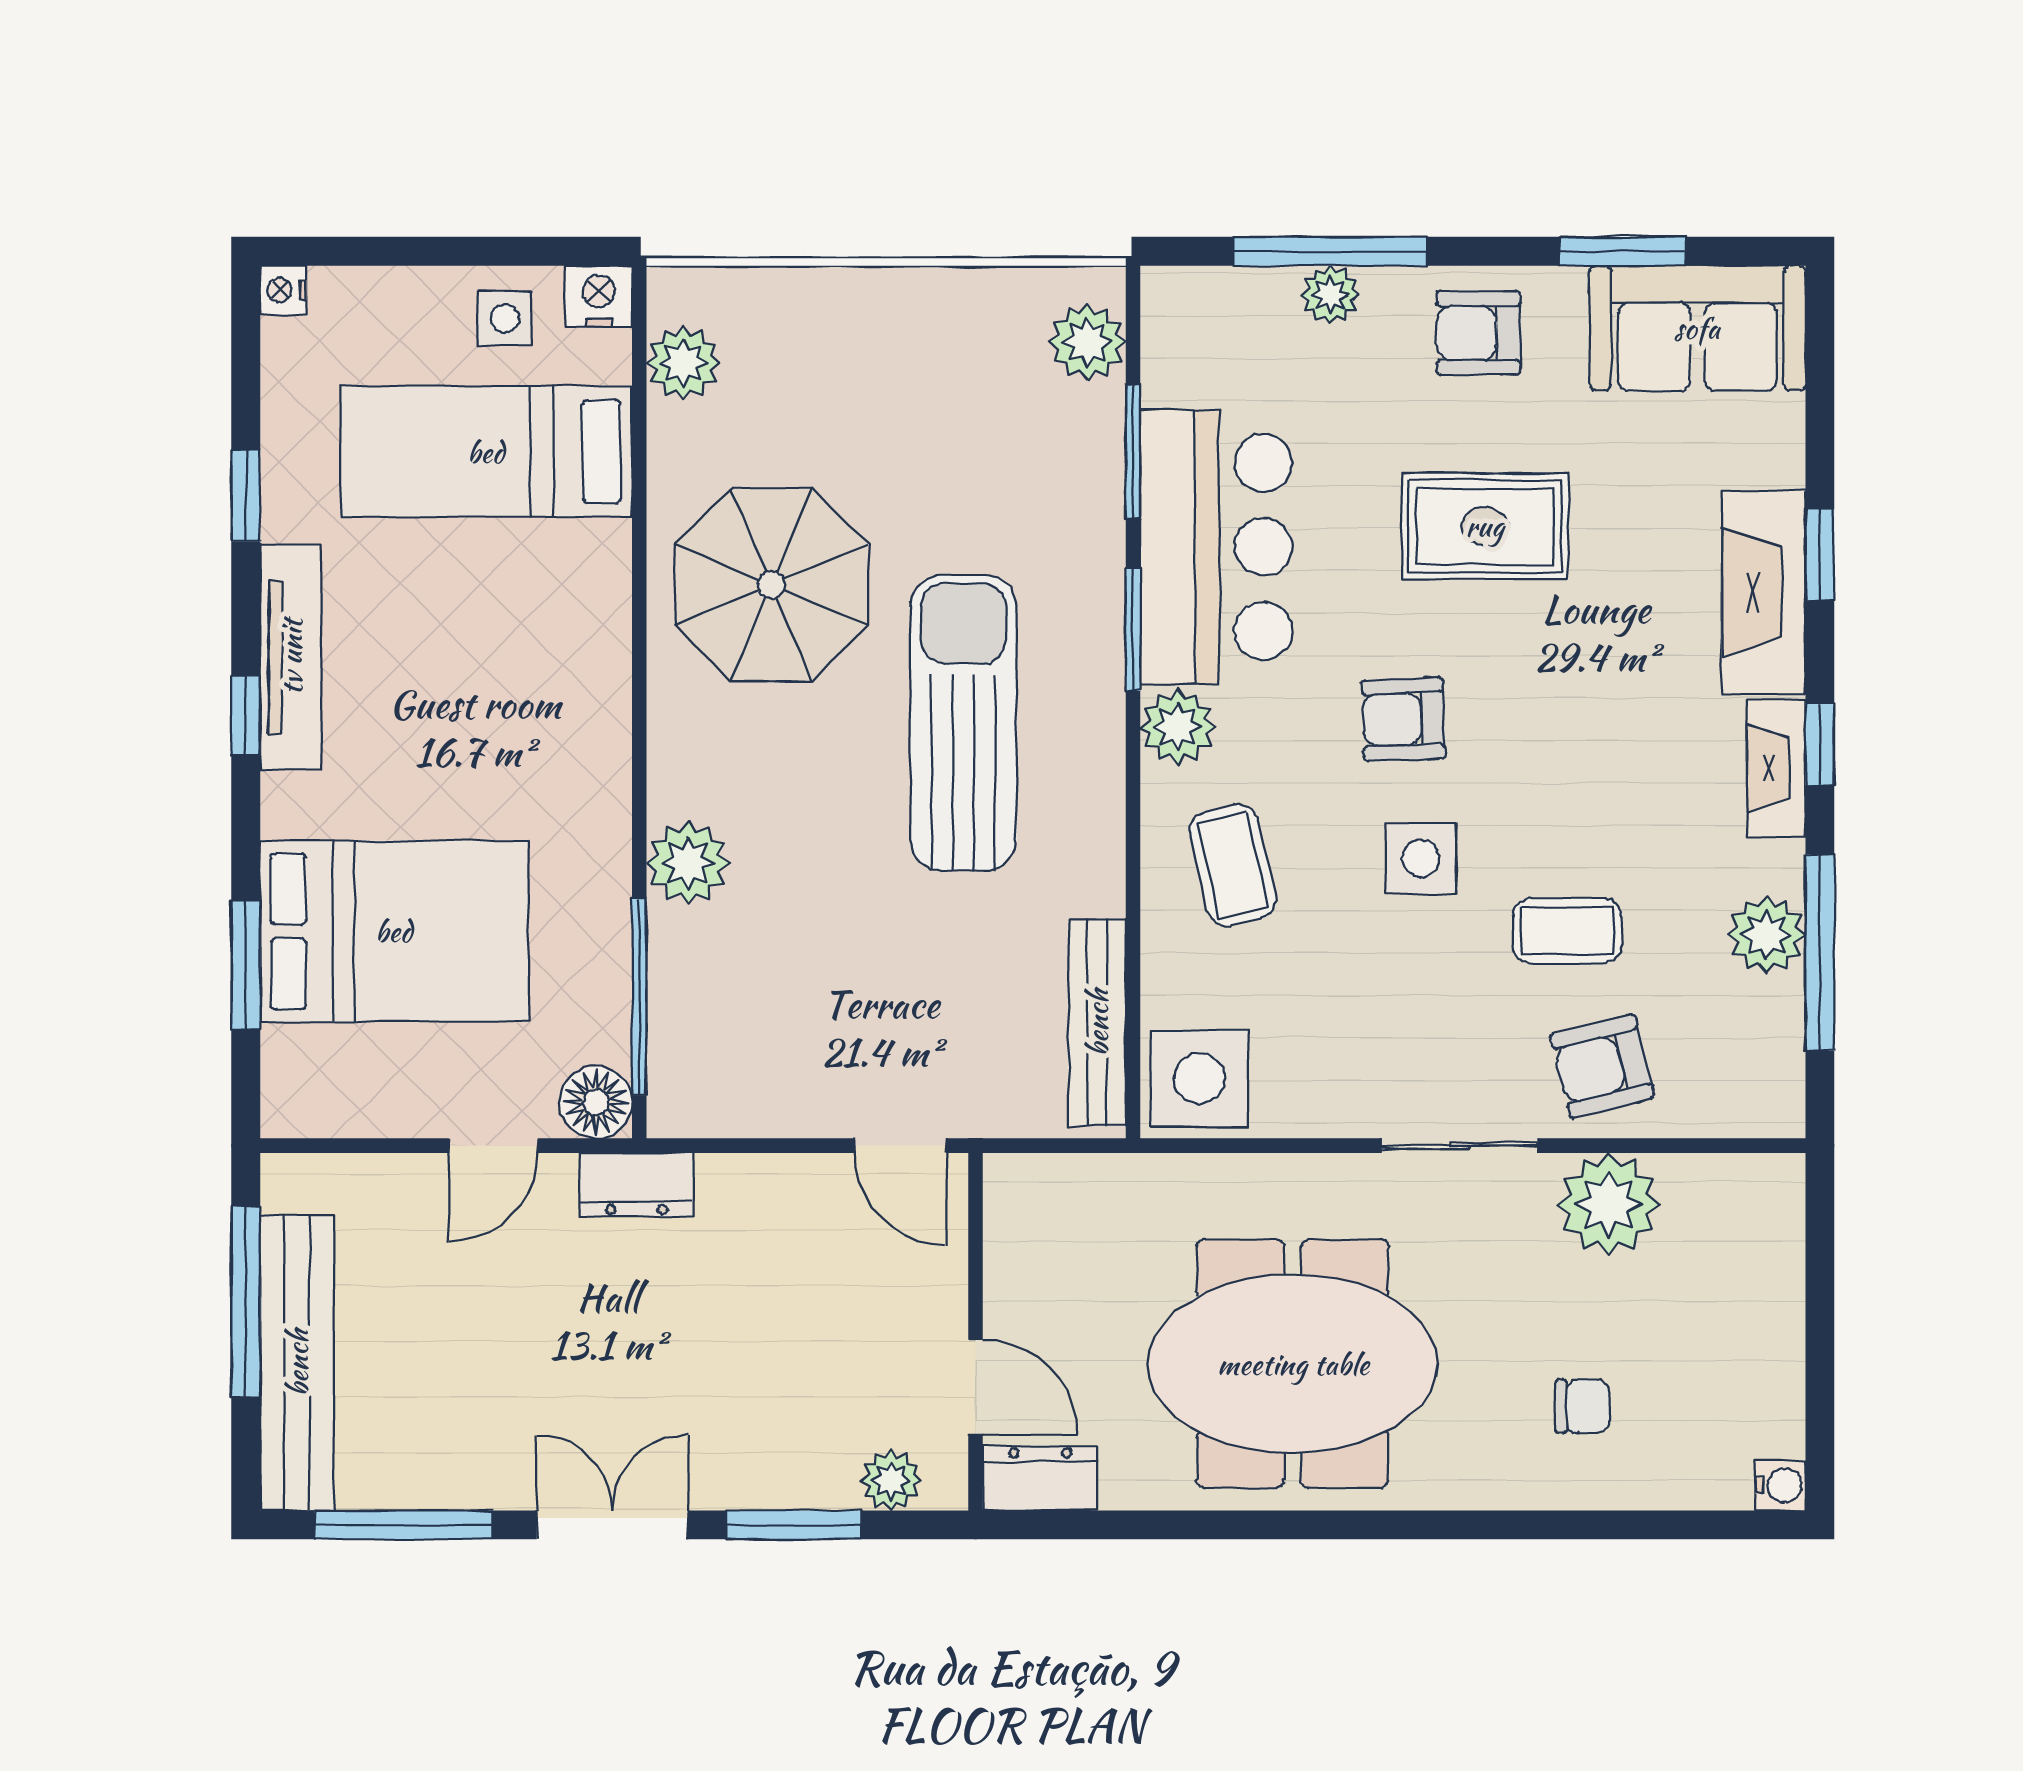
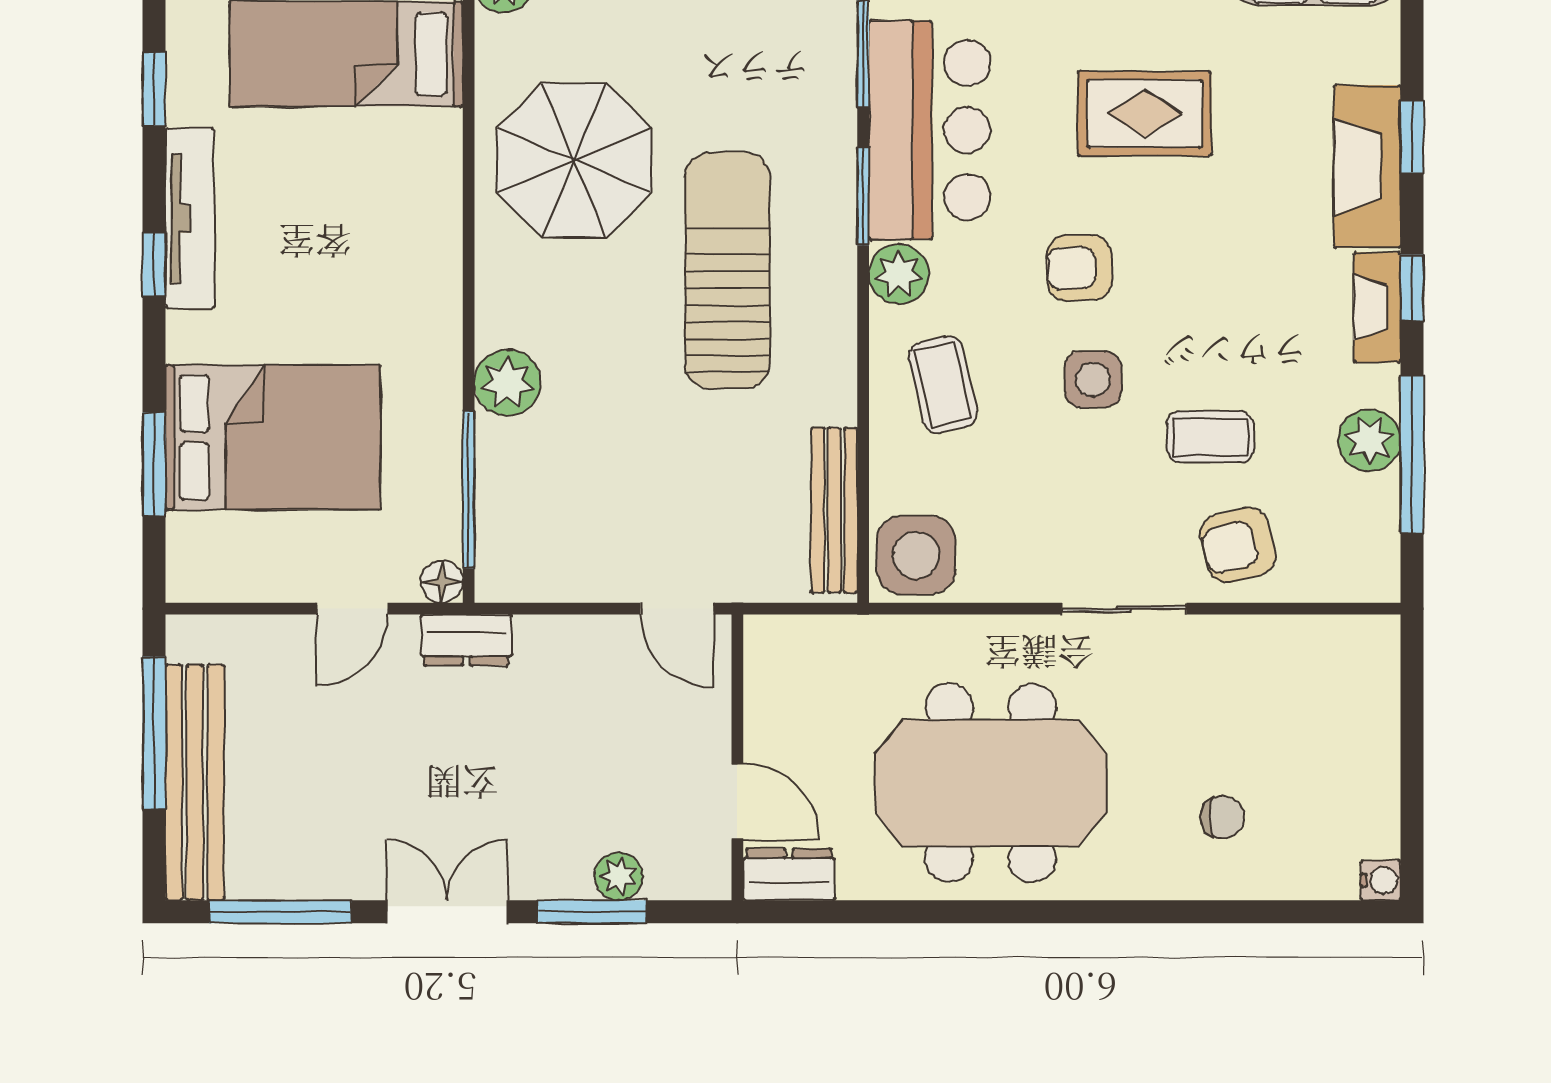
floor lamp: (596, 1102) -> (442, 582), width x0.73, depth x0.73
plant: (1609, 1204) -> (1243, 656), removed
plant: (891, 1480) -> (619, 876), moved

